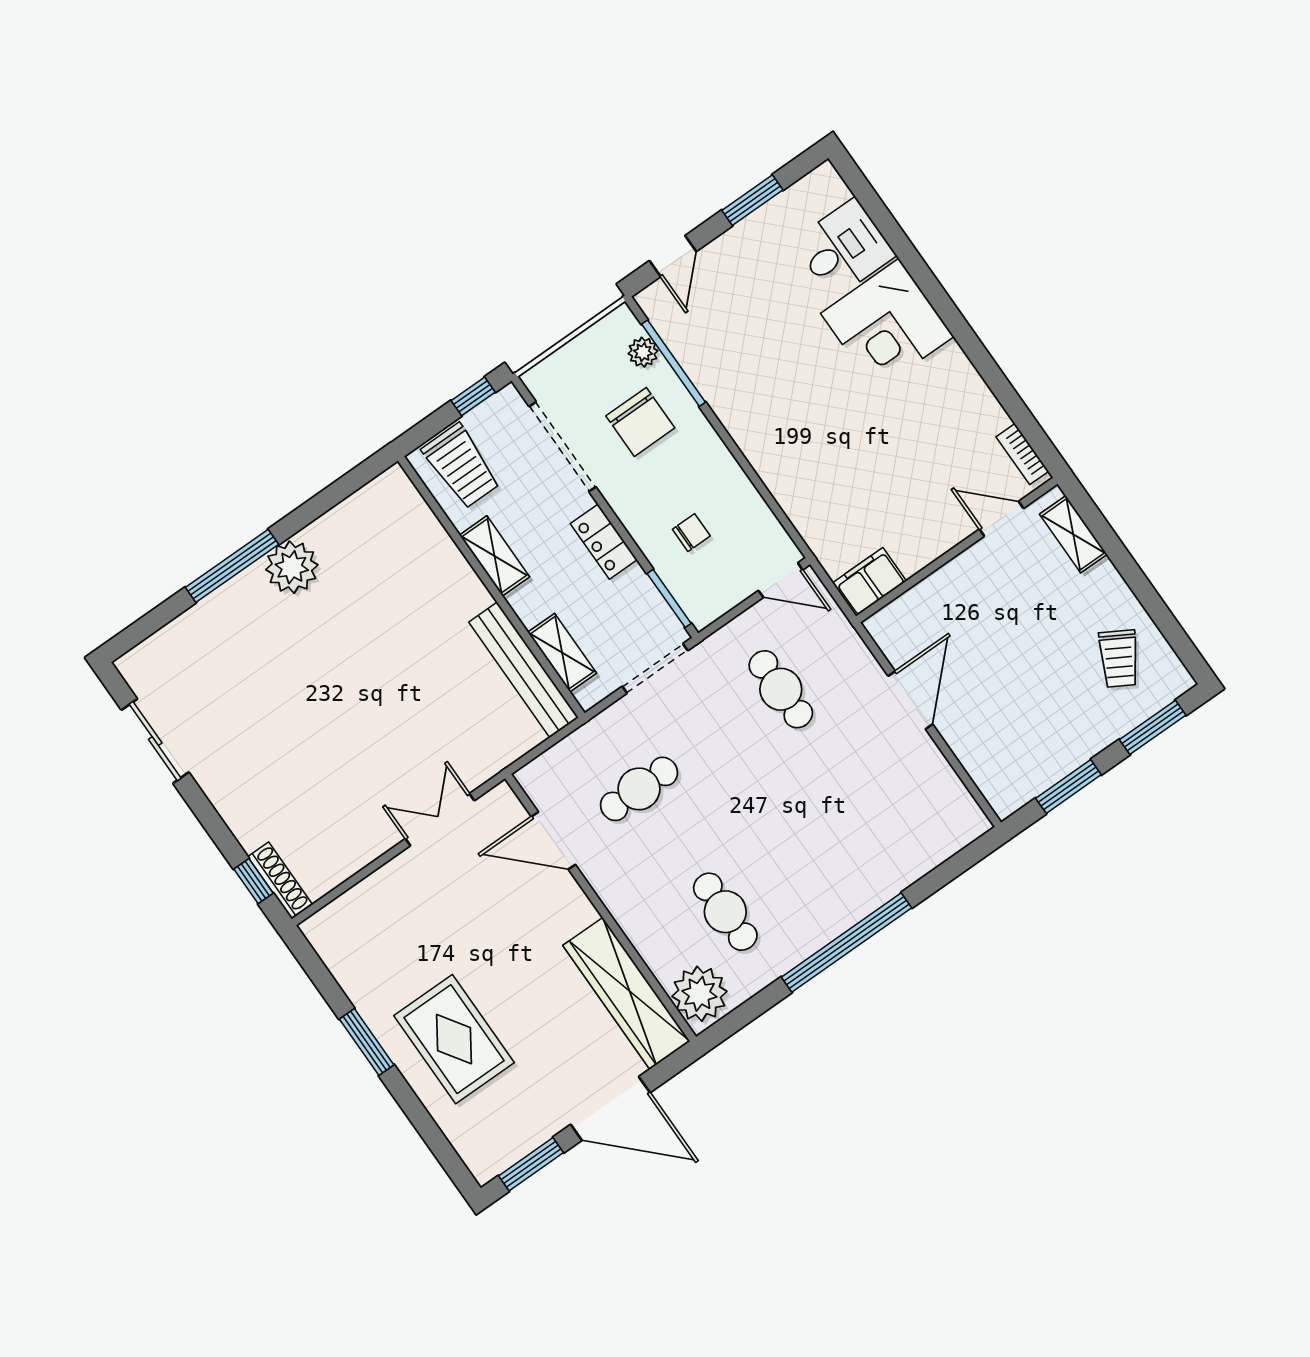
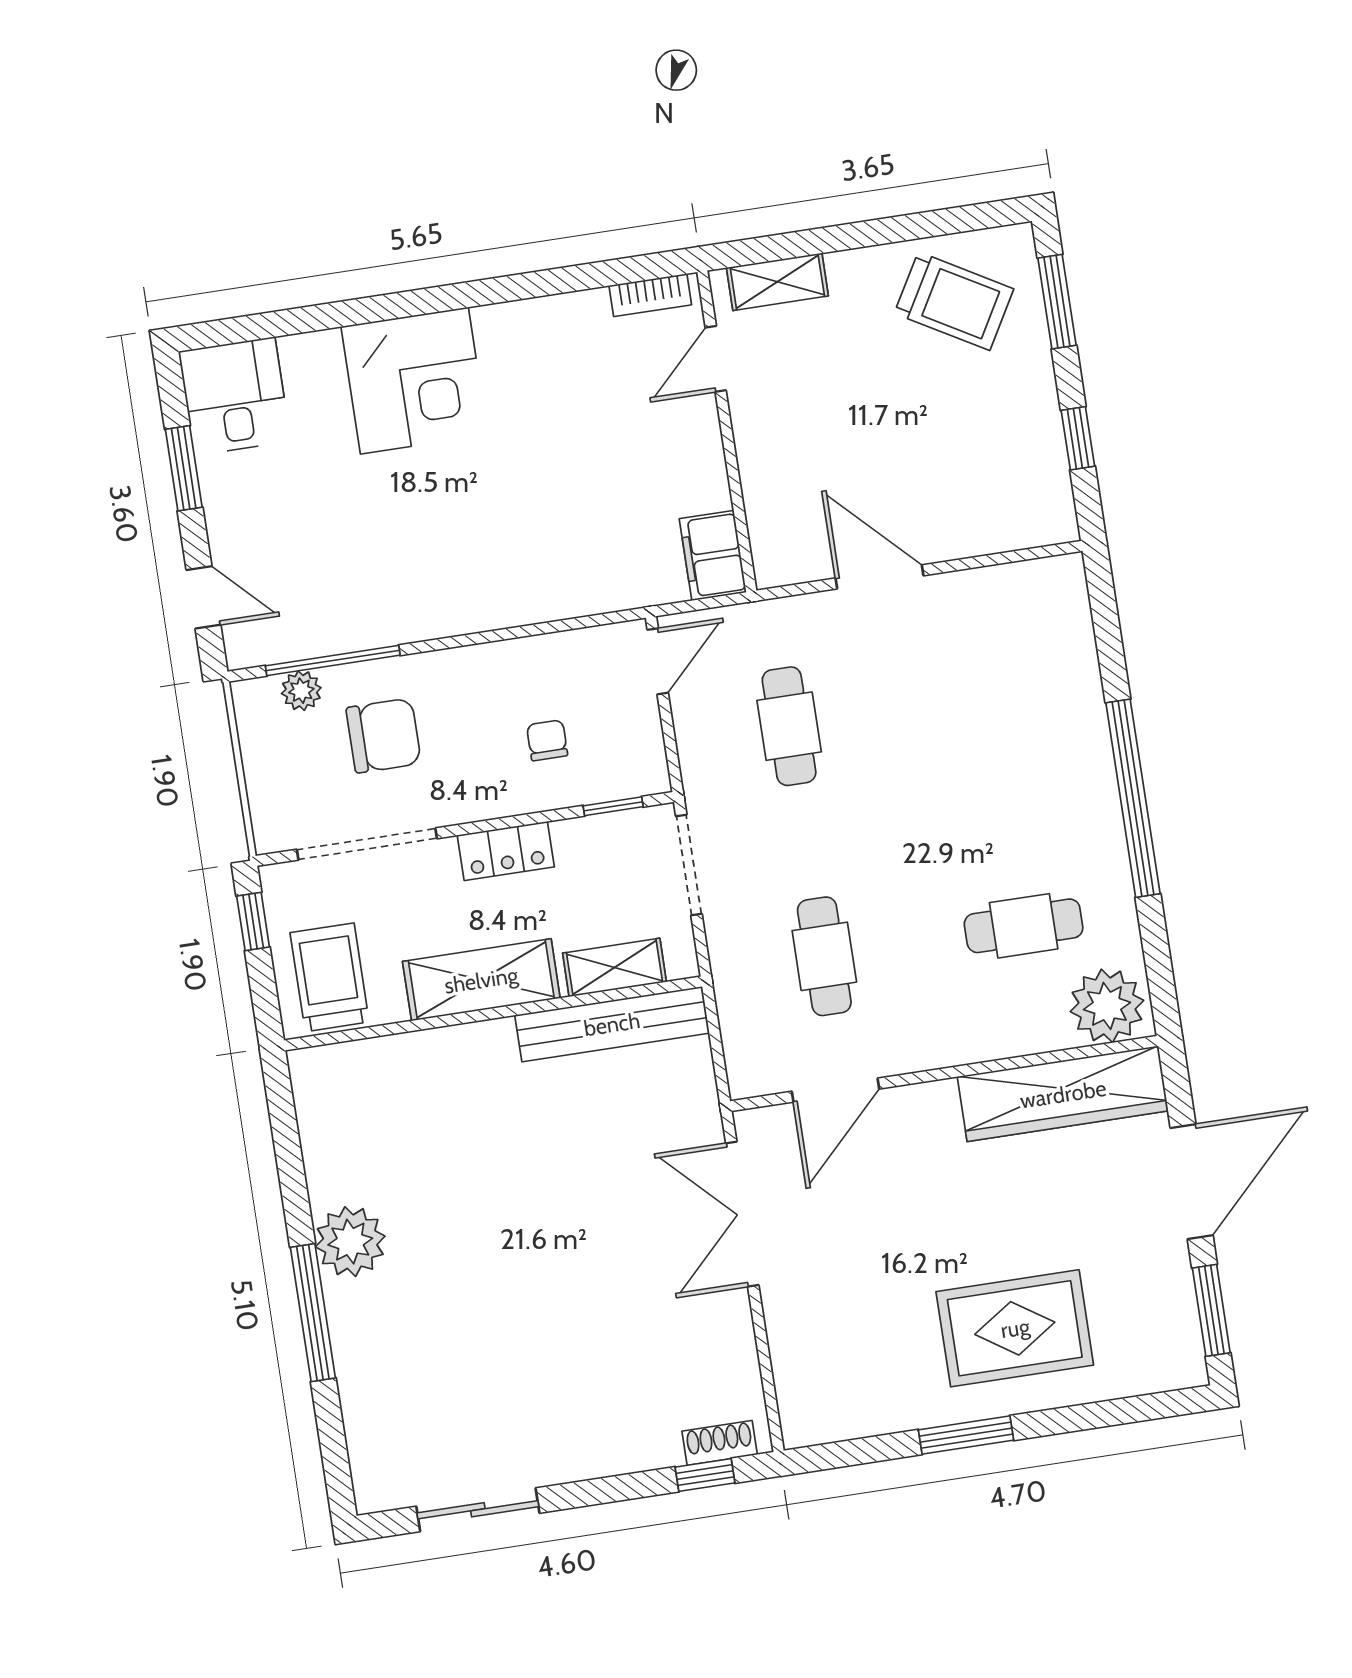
desk: (844, 248) -> (235, 396), moved
trolley: (461, 466) -> (330, 977), turned -90
shelving: (494, 556) -> (481, 980), width x1.50, depth x1.33
window: (669, 598) -> (613, 806), width x0.67
trolley: (1119, 659) -> (954, 301), width x1.36, depth x1.39
cafe table: (781, 689) -> (789, 726), turned 90
window: (1068, 787) -> (1078, 438), width x0.67
double door: (440, 820) -> (742, 1214), width x1.37
shoe rack: (280, 880) -> (720, 1443), width x0.70

